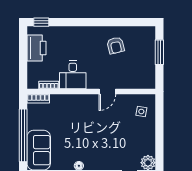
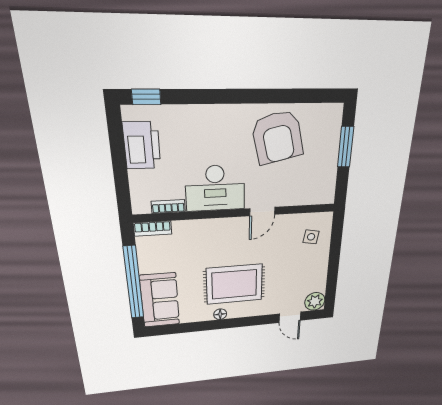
armchair: (116, 45) -> (278, 137), width x1.88, depth x1.88
desk: (73, 75) -> (215, 188), width x1.37
rug: (89, 143) -> (234, 284), added

